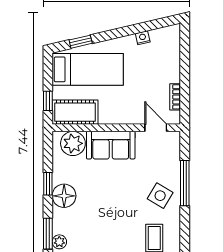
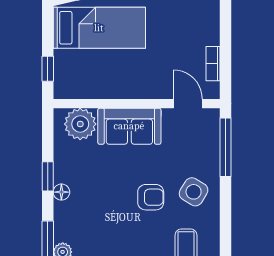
cot: (75, 112) -> (83, 83), removed
window: (185, 183) -> (226, 147), moved
floor lamp: (64, 196) -> (61, 192), width x0.53, depth x0.53
armchair: (127, 200) -> (151, 197), added

